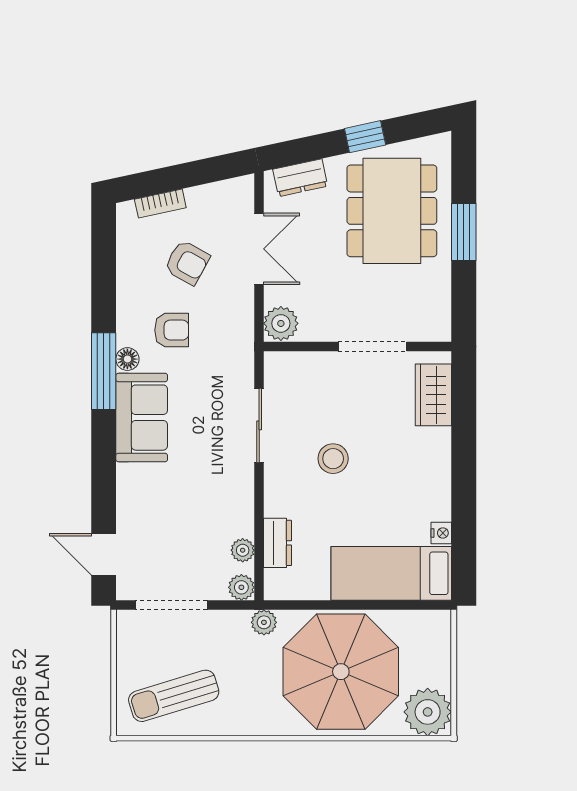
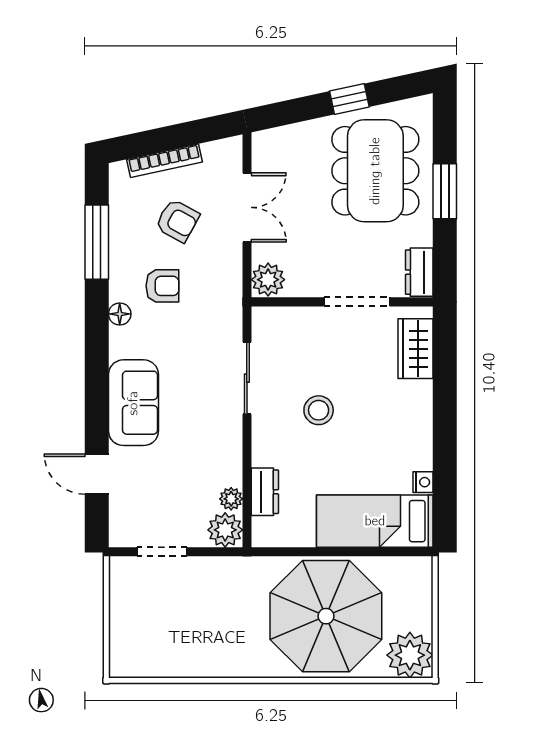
dresser: (300, 178) -> (419, 272), moved, turned 102
bookcase: (160, 203) -> (164, 161), width x1.56
window: (104, 371) -> (97, 242), moved
sofa: (142, 418) -> (133, 403), moved
door: (104, 554) -> (97, 474), moved
plant: (241, 587) -> (225, 530), width x1.38, depth x1.38
doorway: (171, 605) -> (162, 552), width x0.73
plant: (264, 622) -> (252, 568), removed
sun lounger: (174, 696) -> (164, 640), removed

